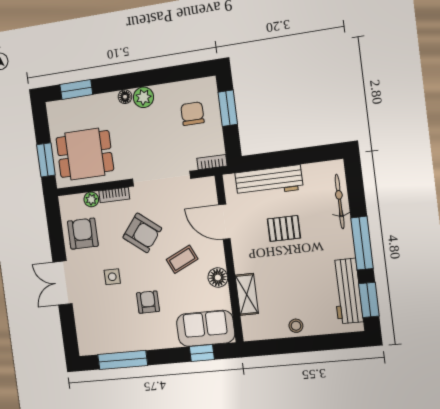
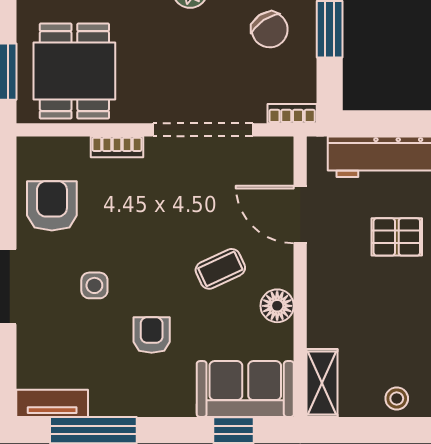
chair: (192, 114) -> (270, 30), turned 146
dining table: (85, 154) -> (74, 71), turned 90
plant: (91, 199) -> (75, 149), removed
armchair: (142, 233) -> (157, 217), removed
shelving: (247, 294) -> (322, 383), moved
tv unit: (98, 347) -> (52, 403), added

